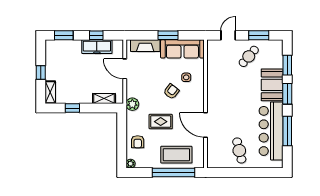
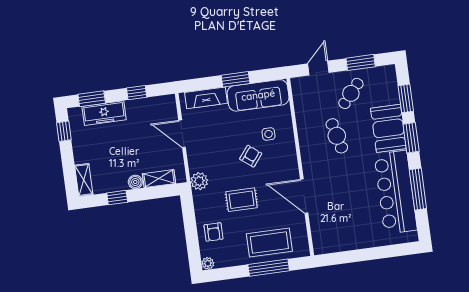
freezer: (97, 47) -> (104, 113), moved
window: (41, 72) -> (64, 131), moved
boiler: (87, 99) -> (135, 182), added
cafe table: (239, 151) -> (337, 136), moved
window: (173, 172) -> (269, 268), width x0.68

